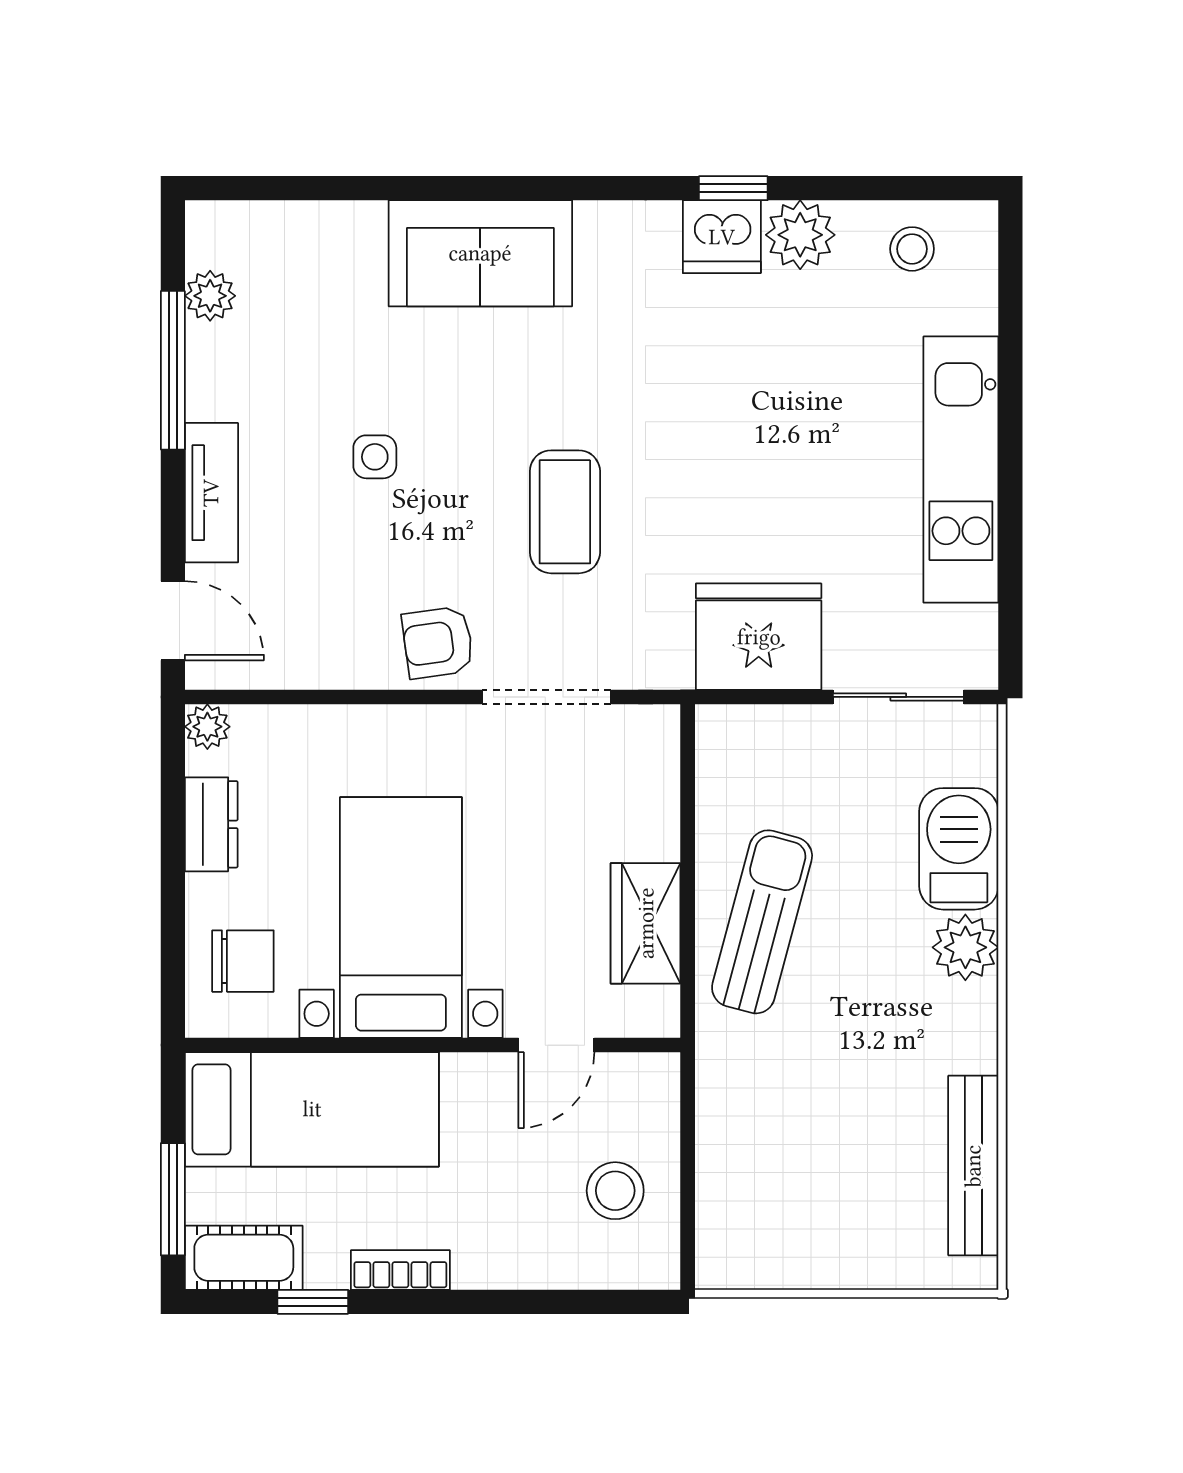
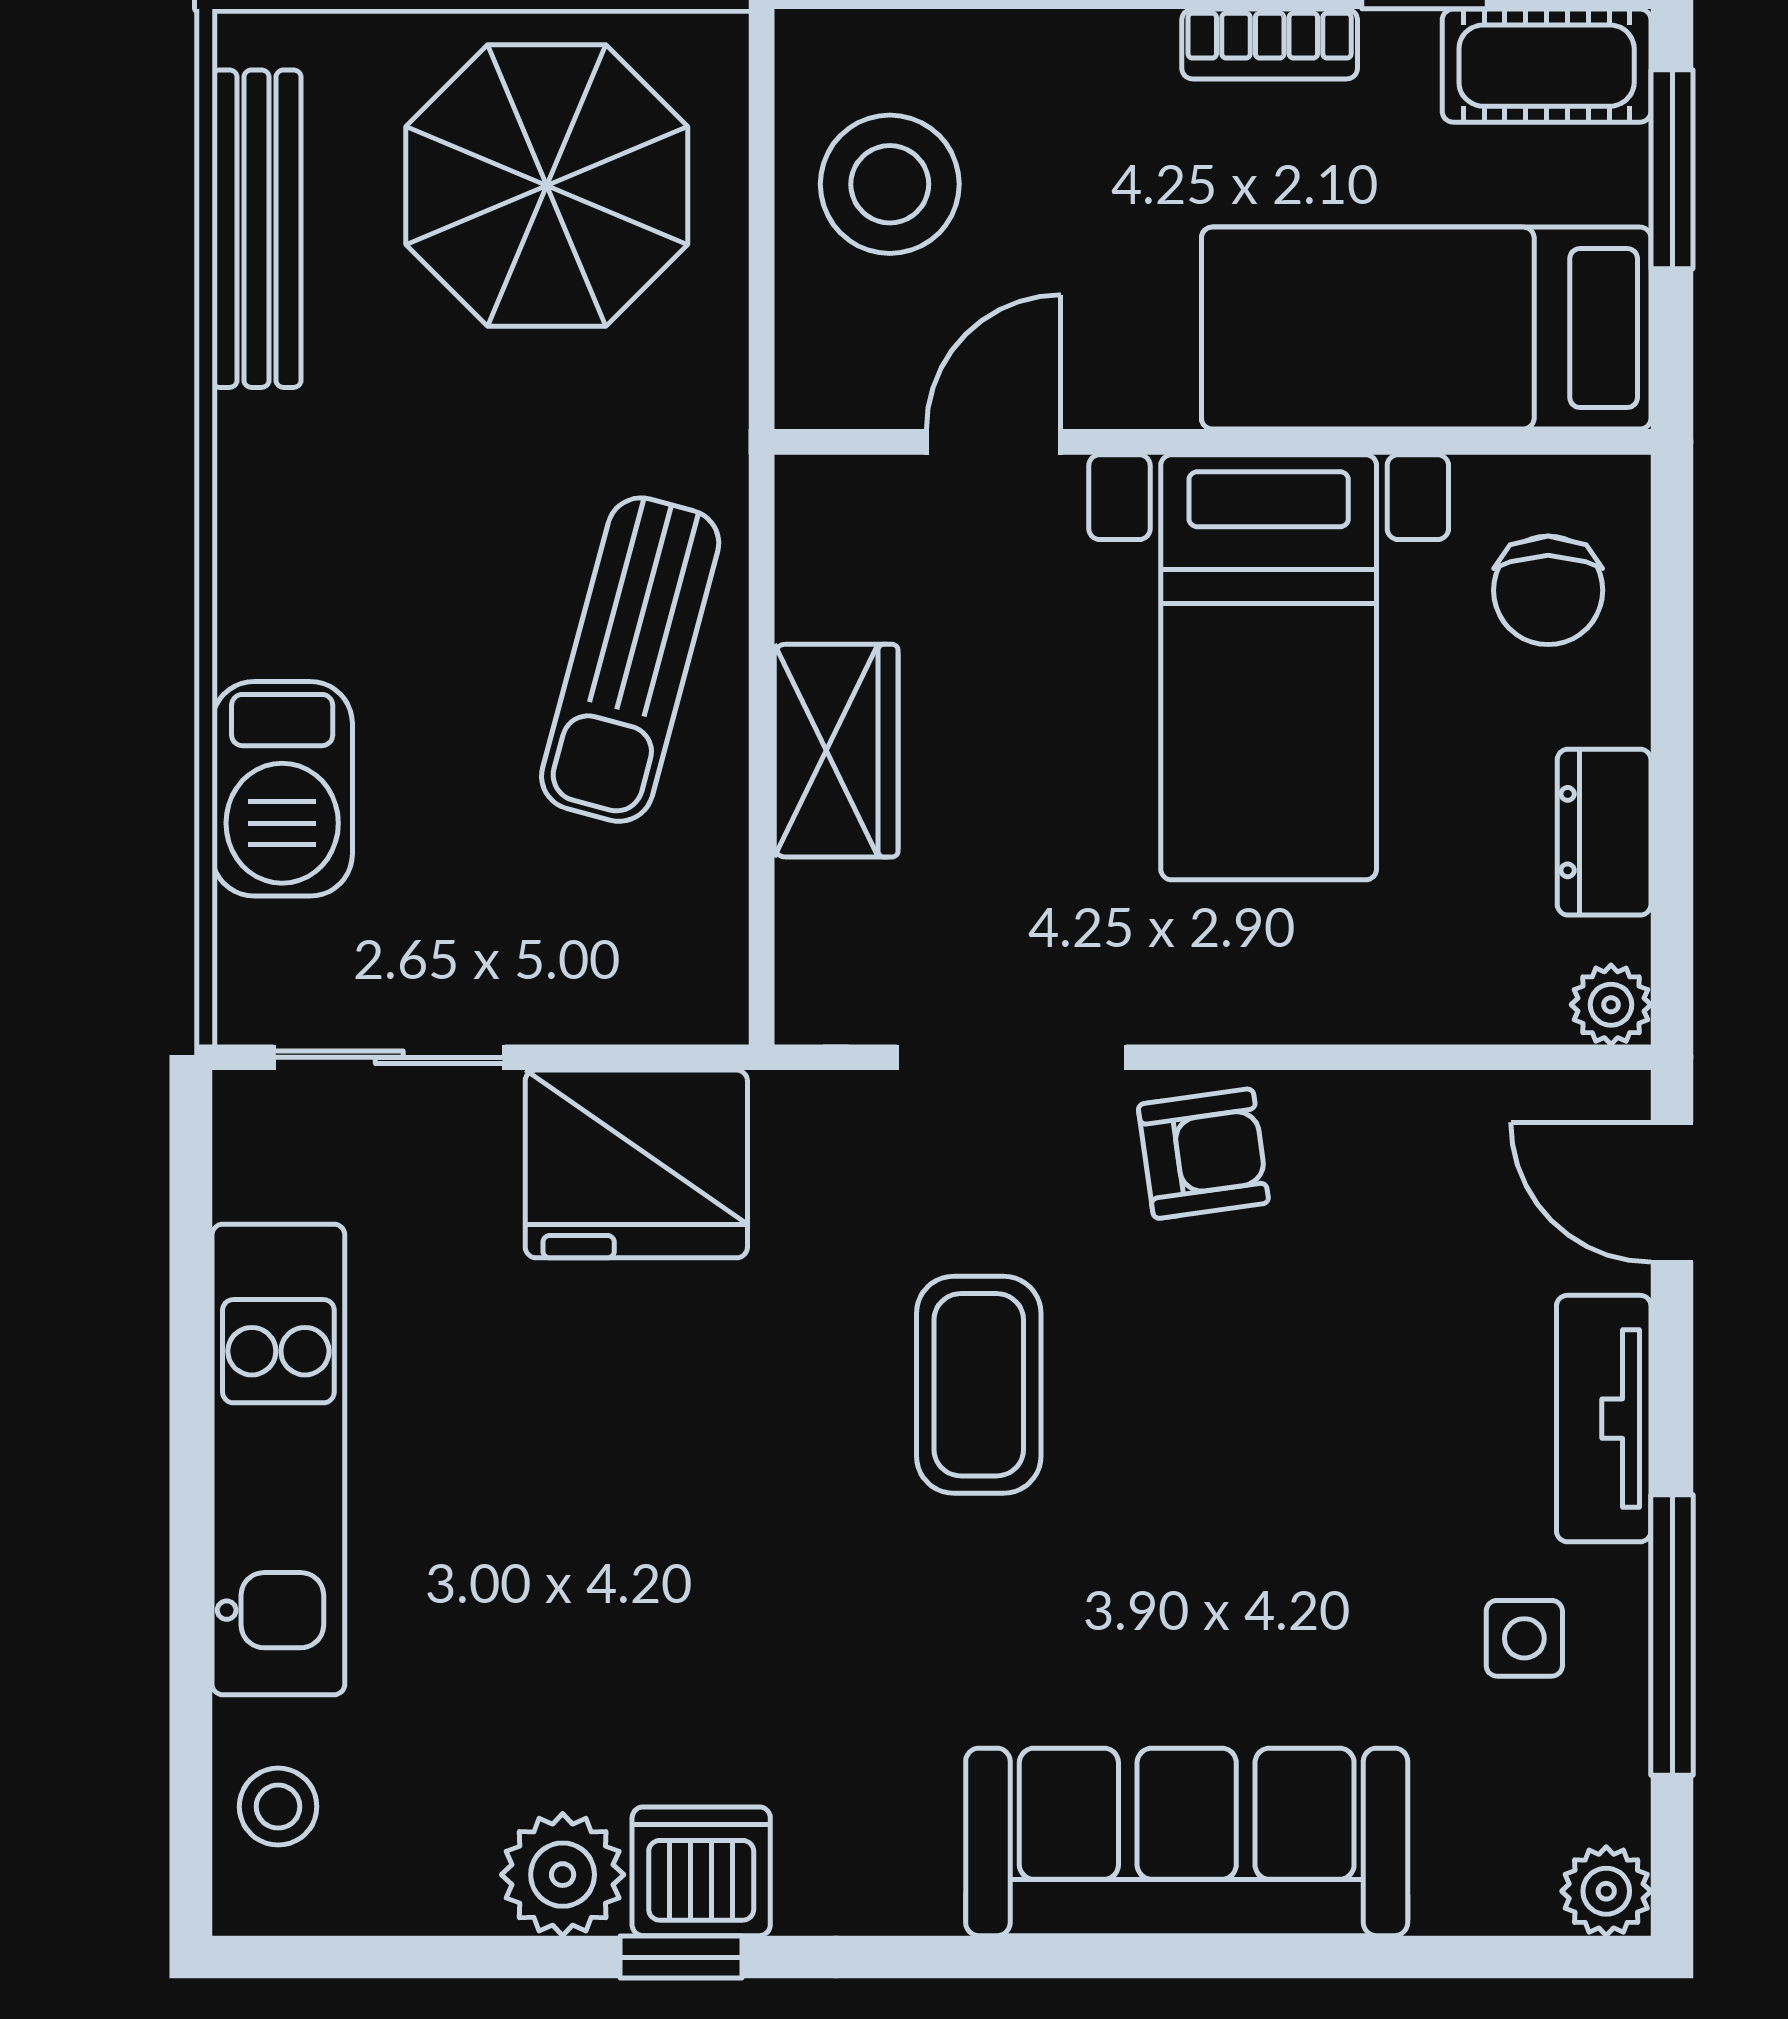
stool: (912, 249) -> (278, 1807), moved
sofa: (480, 253) -> (1187, 1842), width x1.36
plant: (210, 296) -> (1606, 1891), moved
side table: (375, 457) -> (1524, 1638), moved
wardrobe: (646, 923) -> (836, 751), moved
plant: (965, 947) -> (270, 614), removed
chair: (243, 961) -> (1548, 590), turned -90
parasol: (809, 1190) -> (547, 186), added
stool: (615, 1191) -> (890, 184), width x1.38, depth x1.38

